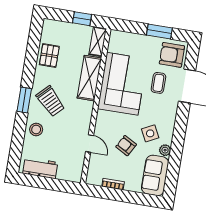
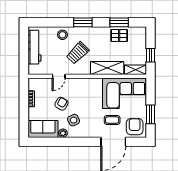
window: (32, 53) -> (119, 22), added
corner sofa: (122, 84) -> (124, 93), moved
trolley: (51, 101) -> (78, 53), moved
workbench: (40, 168) -> (34, 47), width x1.38

